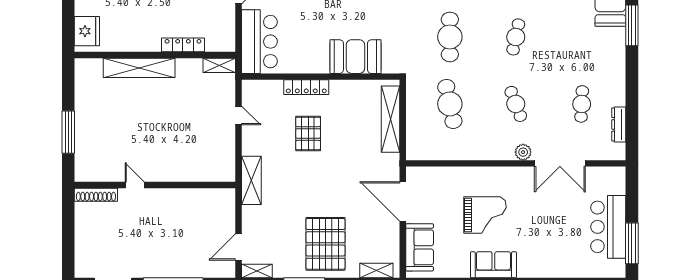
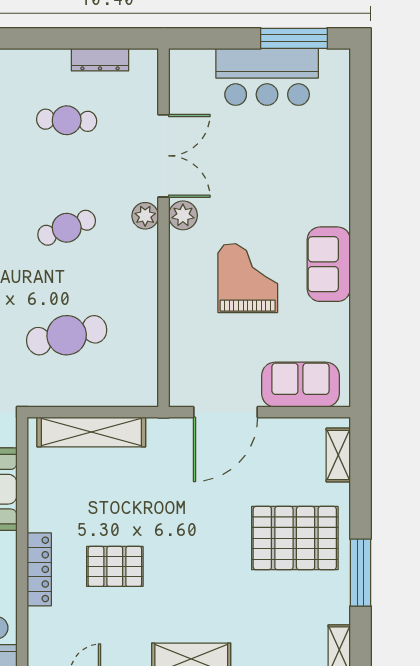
plant: (523, 175) -> (183, 215), added

